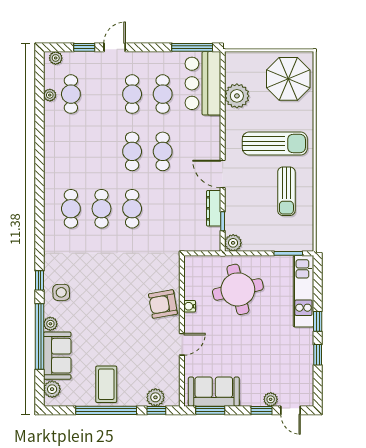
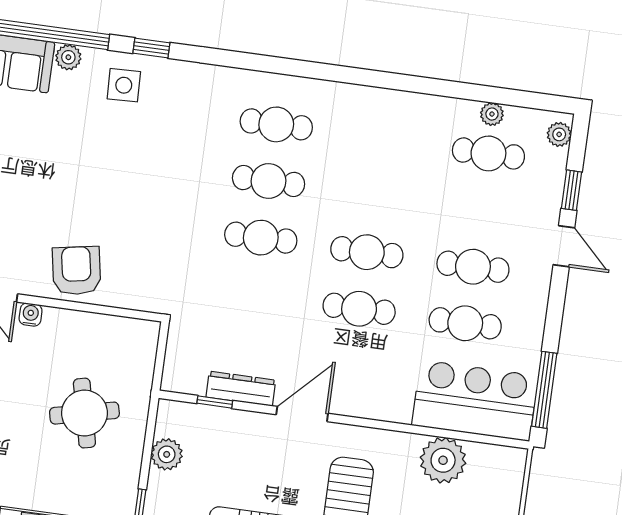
plant: (233, 243) -> (167, 454), moved
round table: (238, 289) -> (84, 413), width x0.73, depth x0.73
water cooler: (190, 306) -> (31, 315), moved

